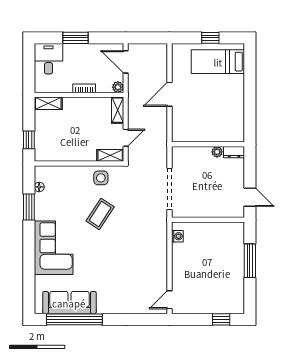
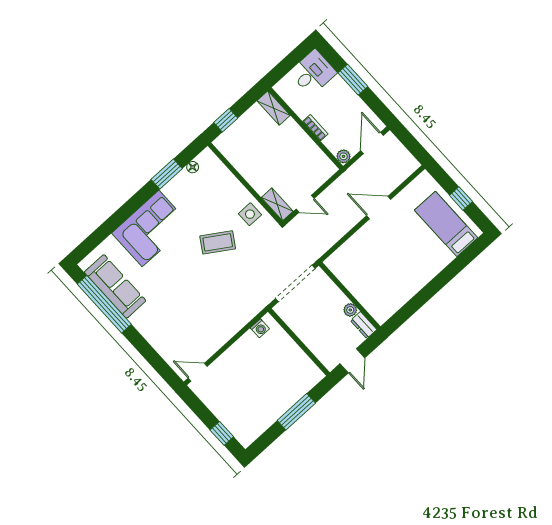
shelving: (118, 110) -> (323, 175), removed
wall: (208, 144) -> (350, 296), moved
plant: (217, 152) -> (350, 310), moved
dresser: (234, 152) -> (364, 325), moved

